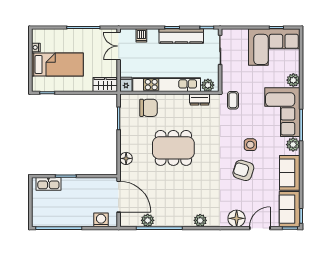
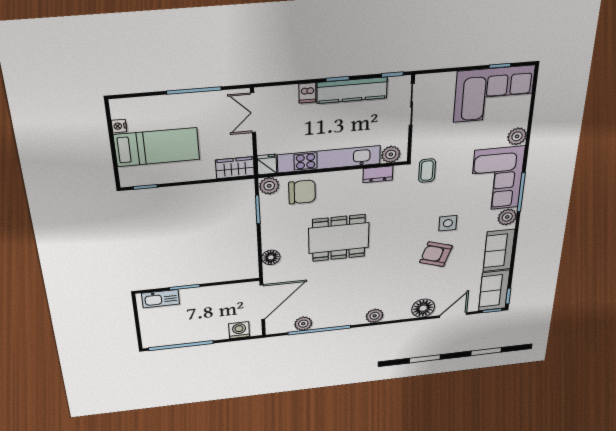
dishwasher: (141, 35) -> (307, 93), moved
plant: (127, 101) -> (269, 186), added
door: (119, 197) -> (262, 302), hinge flipped

